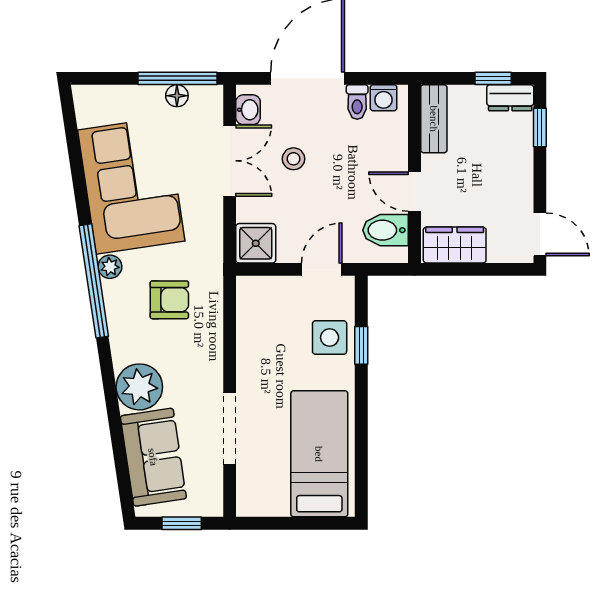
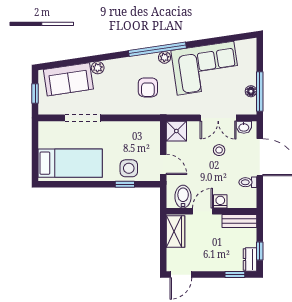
washing machine: (384, 98) -> (220, 201), moved, turned 90
plant: (139, 387) -> (98, 68), width x0.53, depth x0.53

